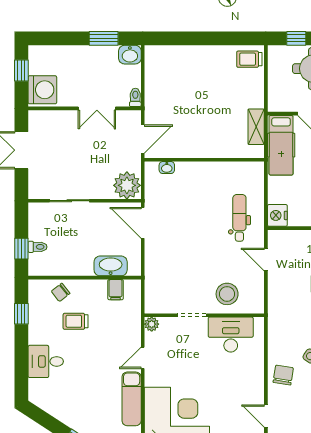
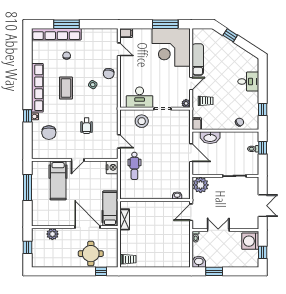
door: (143, 223) -> (191, 153), moved
filing cabinet: (116, 290) -> (197, 124), moved
trolley: (76, 321) -> (206, 101), moved

